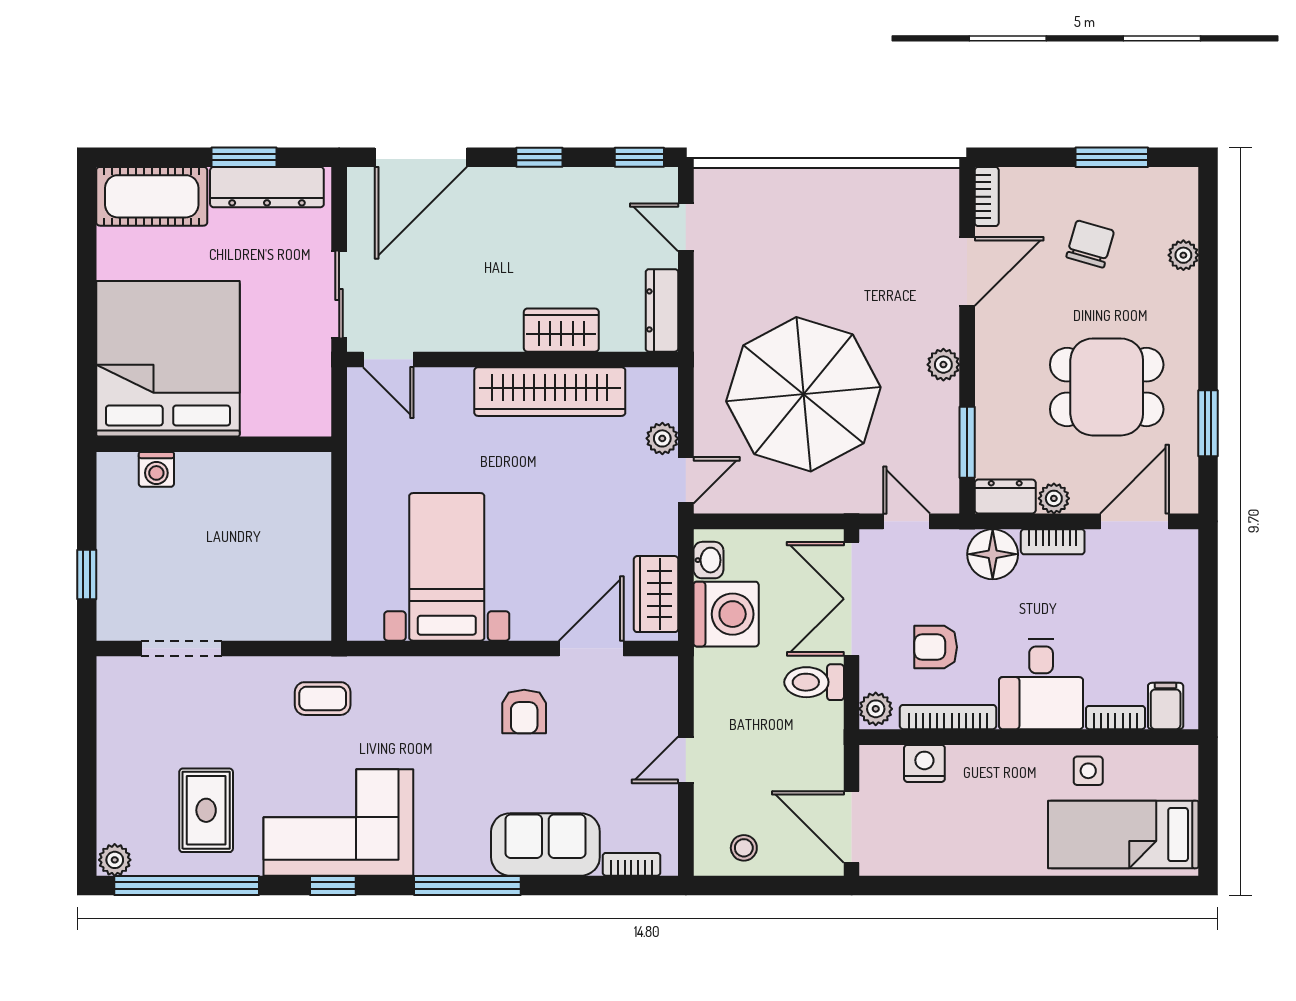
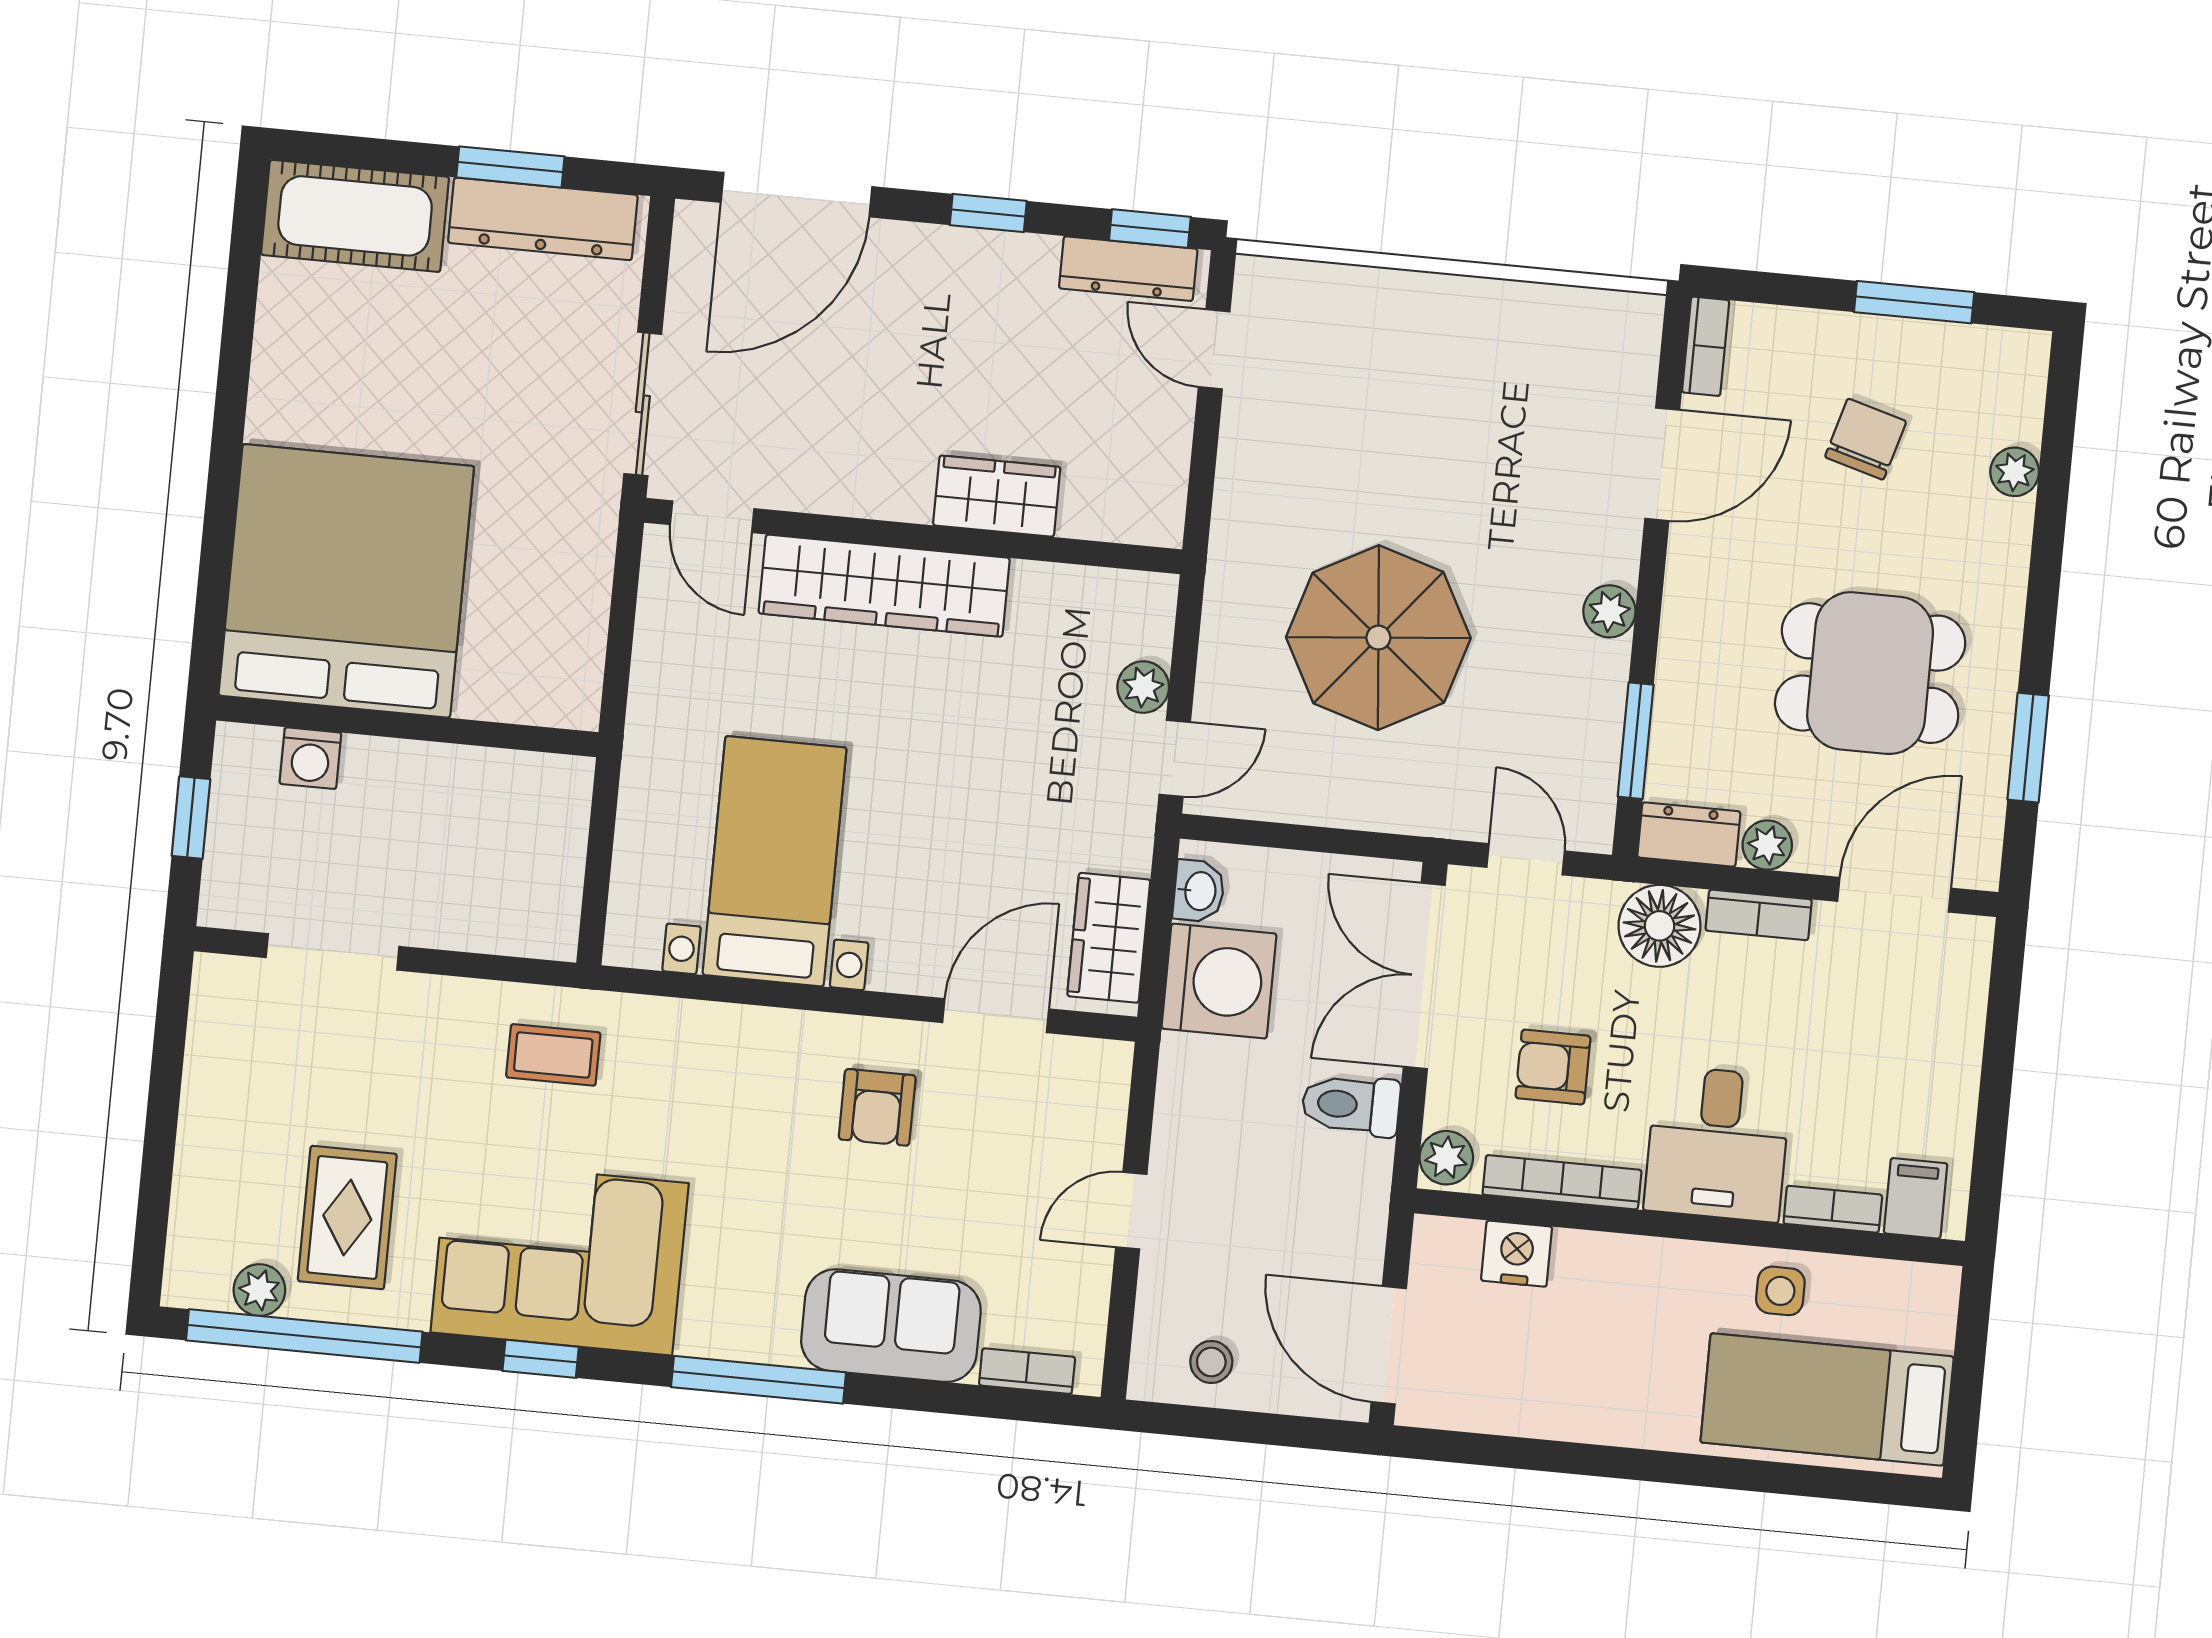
dresser: (662, 310) -> (1128, 269), moved, turned -90
bed: (168, 359) -> (346, 581), moved
wardrobe: (550, 392) -> (884, 586), moved
parasol: (803, 394) -> (1378, 638), width x0.73, depth x0.73
wall: (214, 444) -> (407, 726), moved
washing machine: (156, 469) -> (310, 758), moved
plant: (115, 860) -> (259, 1290), moved

